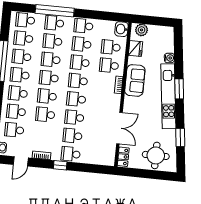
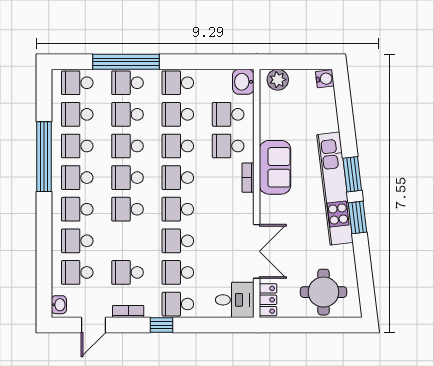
fridge: (136, 48) -> (271, 112), removed
water cooler: (169, 58) -> (325, 79), moved
school desk: (45, 114) -> (128, 272), moved
window: (180, 137) -> (357, 217), moved
desk: (104, 155) -> (235, 300), added

